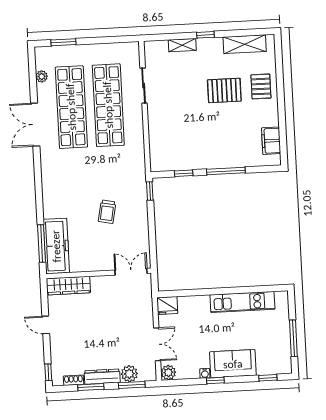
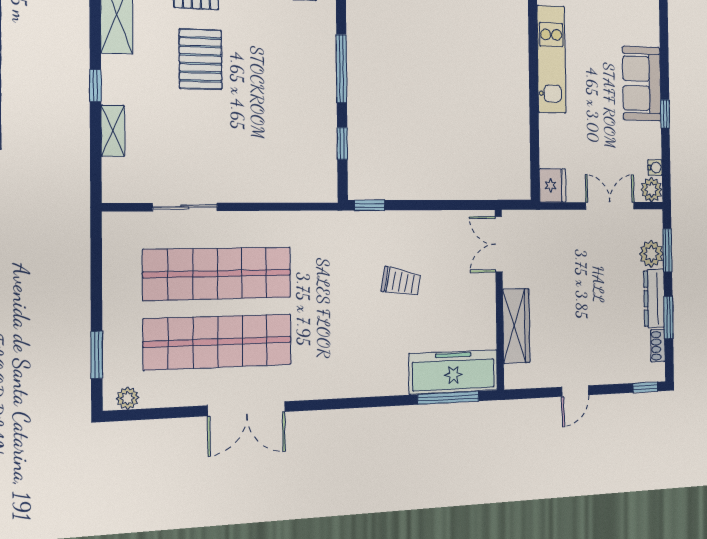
plant: (42, 76) -> (127, 398), moved
wardrobe: (68, 286) -> (516, 326), moved
water cooler: (205, 373) -> (655, 168), moved
window: (268, 378) -> (664, 29), removed

